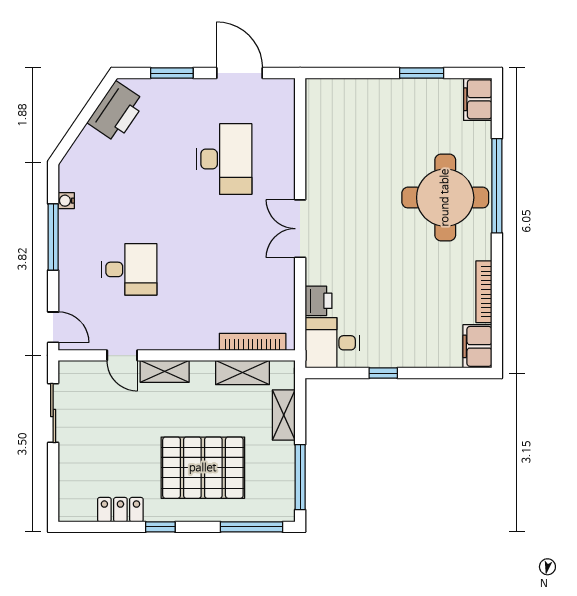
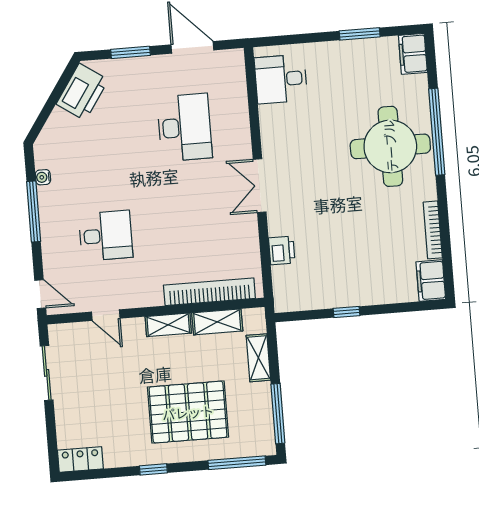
bookcase: (253, 342) -> (209, 292), width x1.48, depth x1.31
desk: (332, 343) -> (281, 79), moved
shelving: (165, 371) -> (168, 325), moved
locker: (120, 510) -> (80, 459), moved

